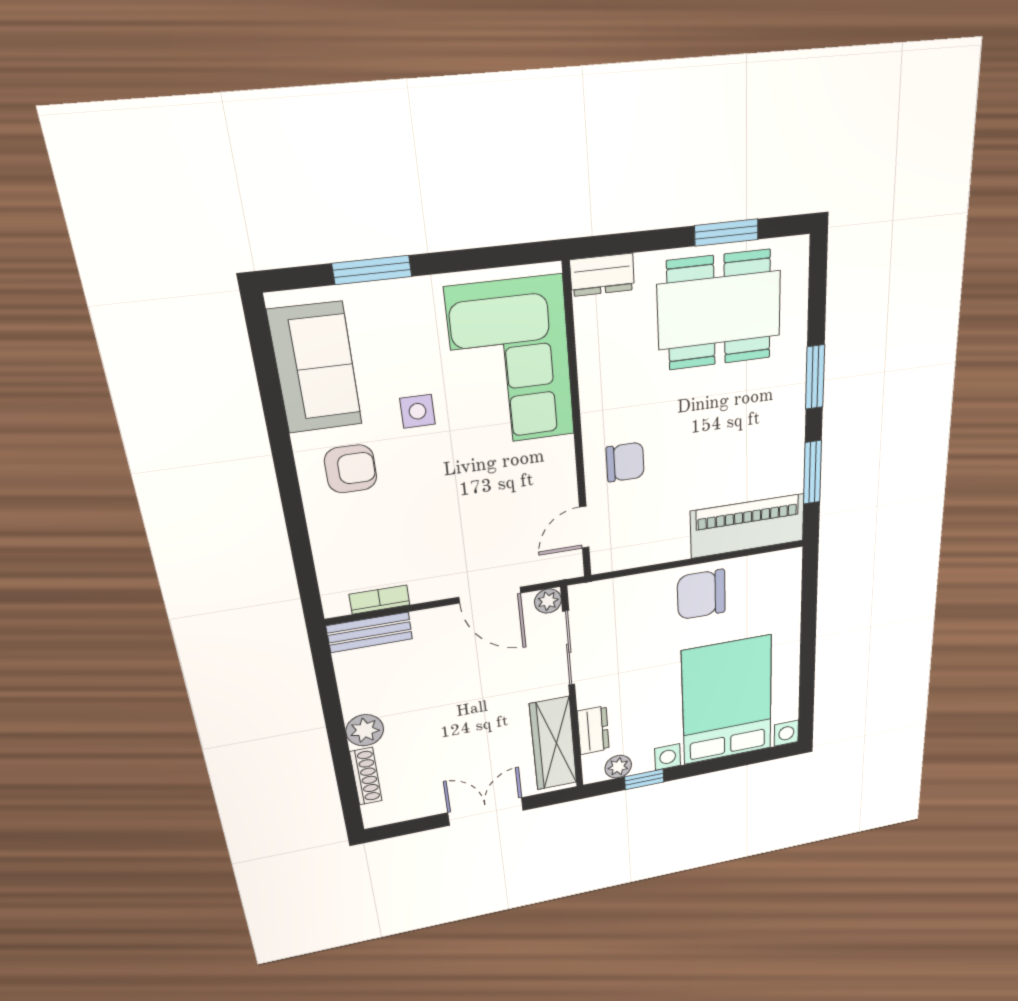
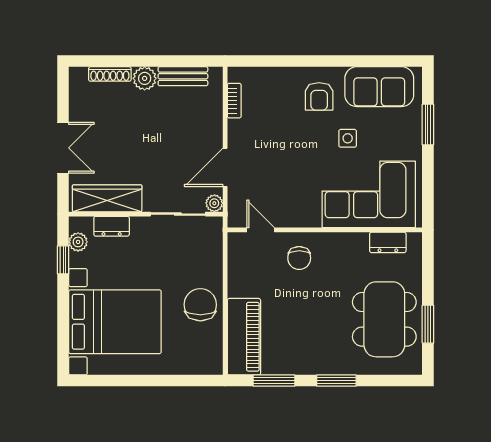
dresser: (602, 275) -> (388, 242), moved, turned -90
bench: (370, 632) -> (183, 76), moved, turned 90

